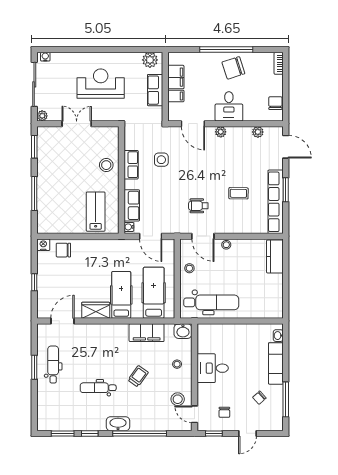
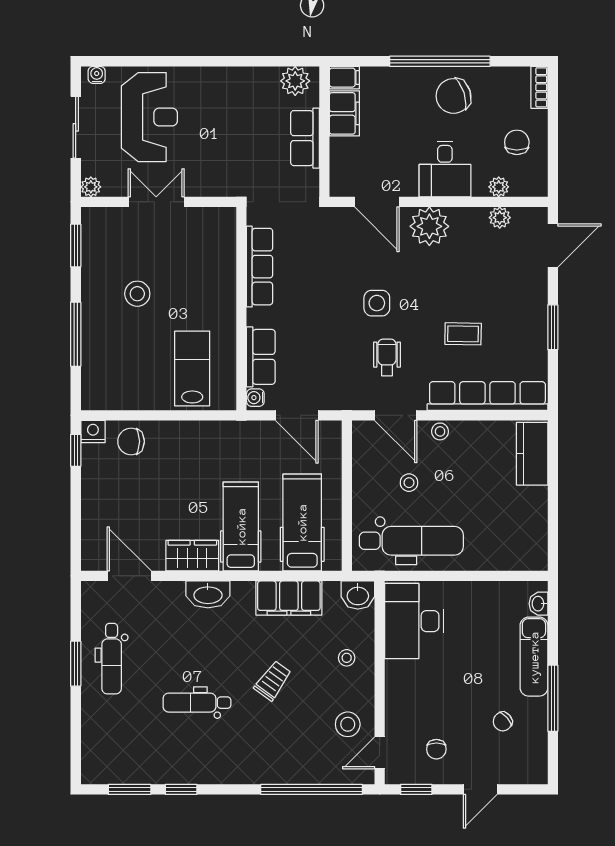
sliding door: (34, 84) -> (76, 127), width x0.73
reception desk: (101, 84) -> (149, 117), moved, turned 90
filing cabinet: (176, 96) -> (344, 78), moved
chair: (275, 103) -> (517, 142), moved
plant: (257, 116) -> (499, 187), added
plant: (221, 132) -> (429, 226), width x1.88, depth x1.88
door: (286, 147) -> (553, 245), hinge flipped
side table: (161, 160) -> (377, 303), moved
stool: (106, 165) -> (137, 294), moved
row of seats: (131, 165) -> (260, 267), width x1.48
row of seats: (276, 202) -> (487, 396), moved, turned 90
wheelchair: (198, 206) -> (387, 357), turned 90
stool: (189, 268) -> (409, 483), moved
window: (34, 282) -> (76, 450), moved
door: (62, 321) -> (129, 576), hinge flipped
dental chair: (53, 365) -> (112, 659), turned 180
desk: (213, 368) -> (414, 621), moved, width x1.37
window: (286, 399) -> (553, 698), moved
door: (194, 414) -> (380, 753), hinge flipped
washbasin: (118, 424) -> (208, 594), moved, turned 180
window: (140, 433) -> (311, 789), moved

